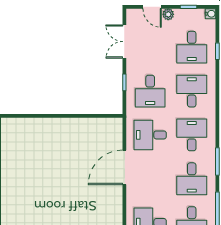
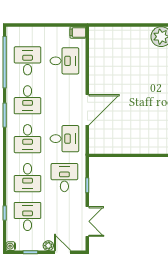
desk: (192, 179) -> (28, 100), turned 180

